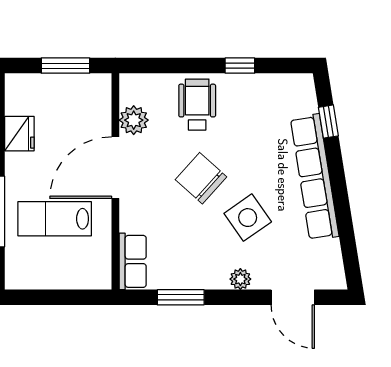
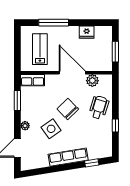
wheelchair: (197, 105) -> (99, 107), turned -73
row of seats: (315, 177) -> (68, 157), width x0.73
chair: (201, 178) -> (68, 109), turned -86
lab bench: (55, 219) -> (40, 49), moved

